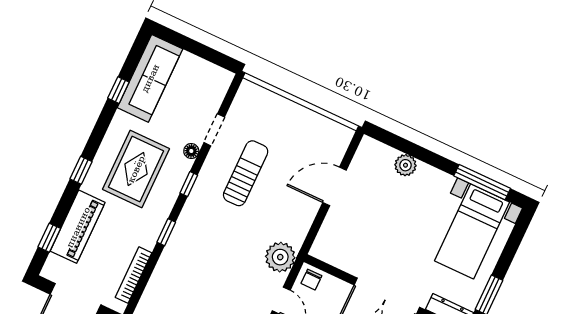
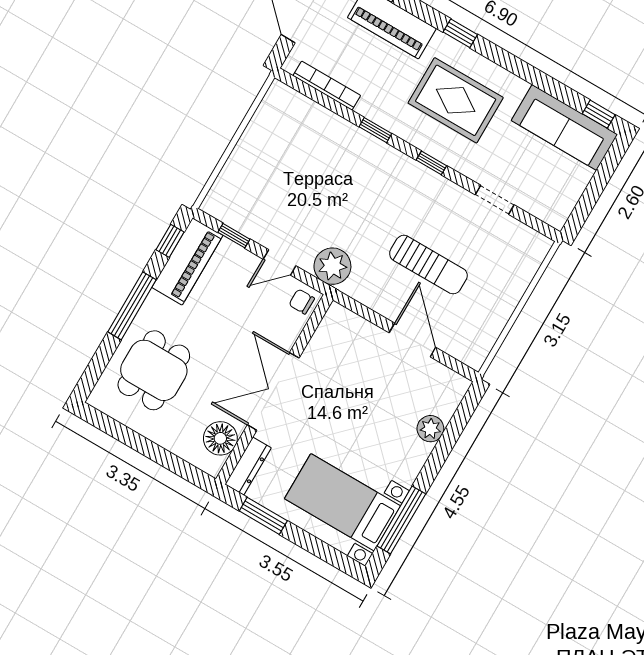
window: (118, 90) -> (599, 114), moved
floor lamp: (191, 151) -> (471, 170), removed
sun lounger: (246, 173) -> (428, 265), moved

